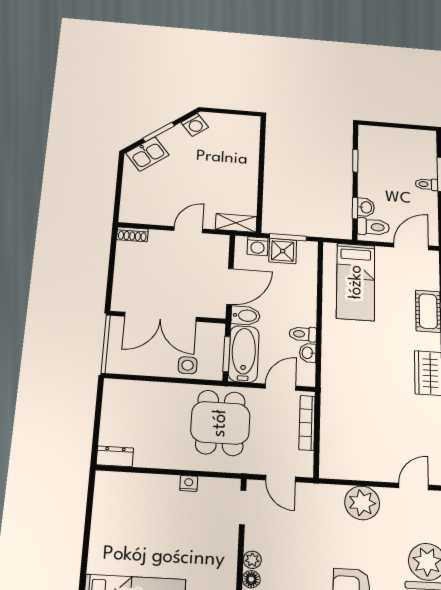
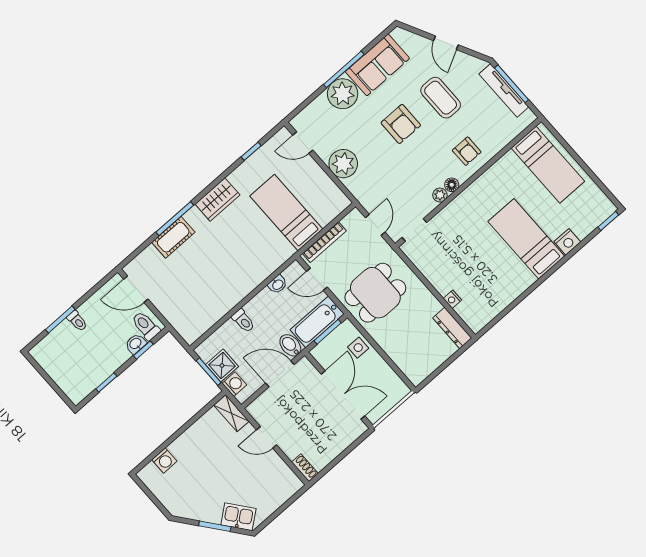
washing machine: (195, 125) -> (164, 460), moved, turned 128
bed: (356, 282) -> (286, 213), moved, turned -90
toilet: (303, 334) -> (243, 321), moved
dresser: (115, 456) -> (452, 328), width x1.44
nightstand: (189, 483) -> (452, 299), moved

